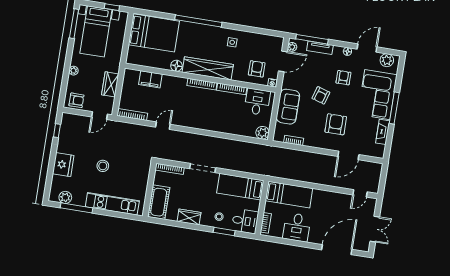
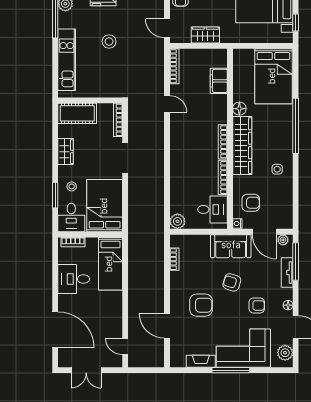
sofa: (288, 107) -> (231, 246), moved
bed: (240, 187) -> (105, 206), width x1.50

